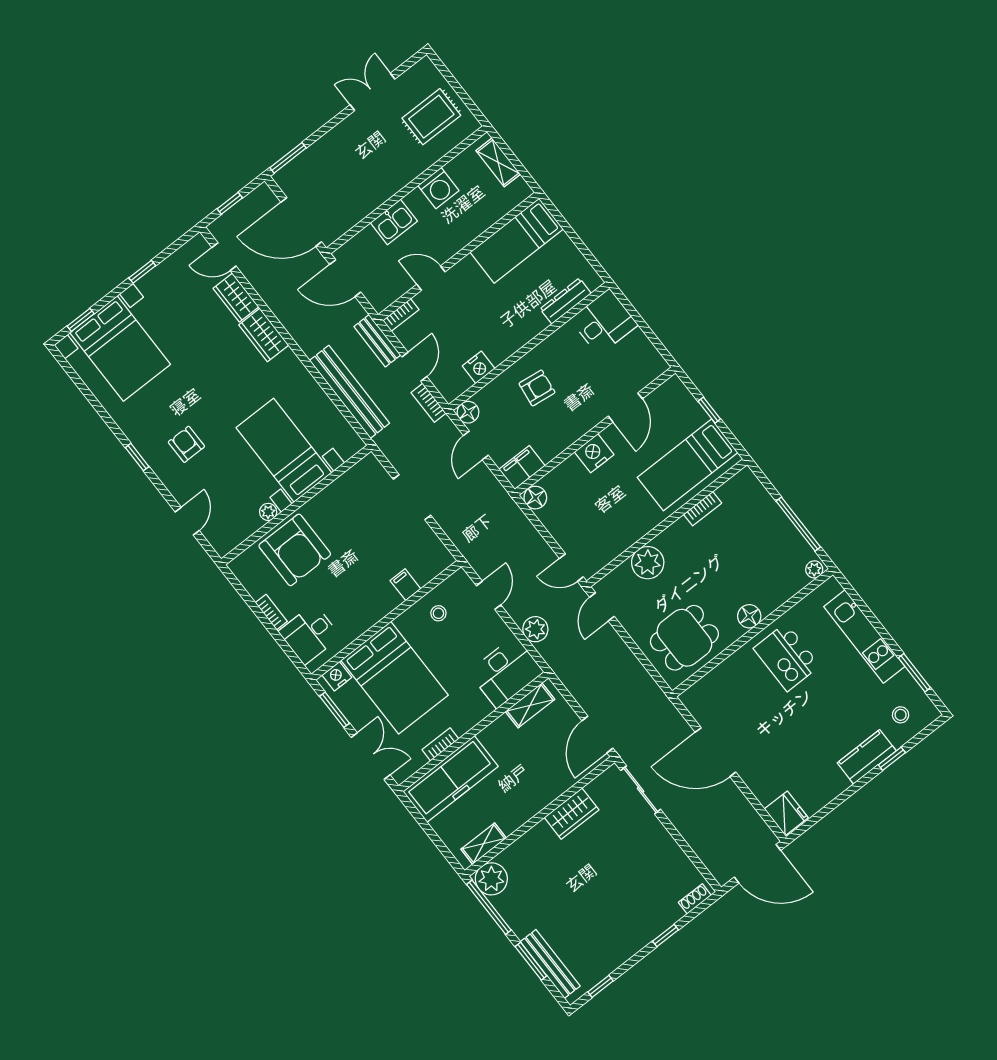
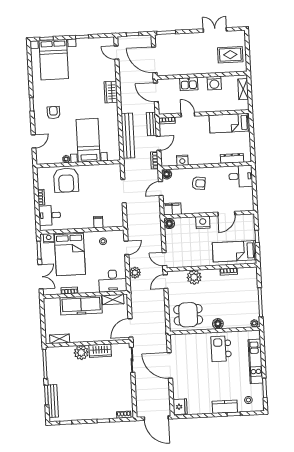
wardrobe: (236, 298) -> (110, 71), removed
freezer: (451, 779) -> (81, 305), moved
plant: (491, 879) -> (81, 353), moved

